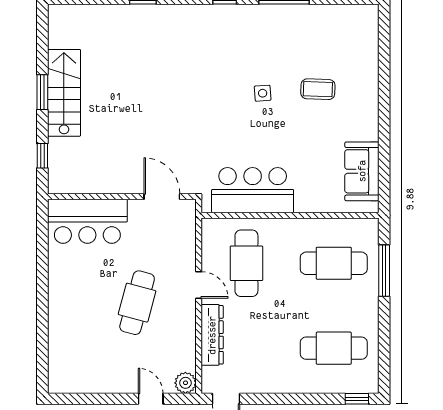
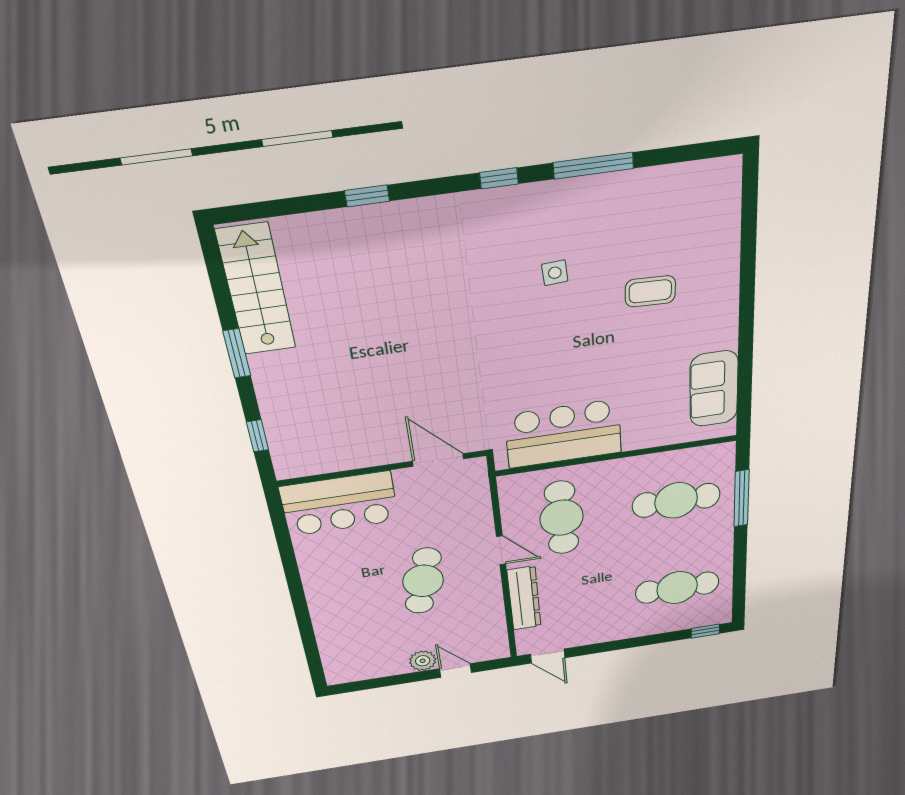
stairs: (64, 93) -> (256, 290), moved
side table: (263, 93) -> (555, 273), moved
plant: (185, 383) -> (423, 661), moved

